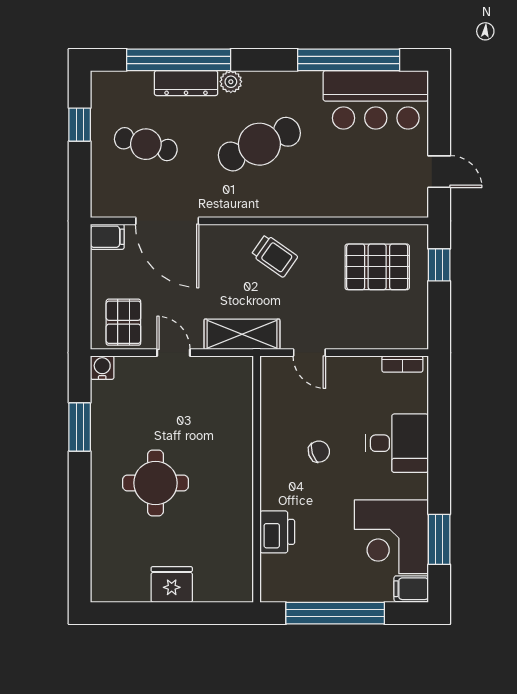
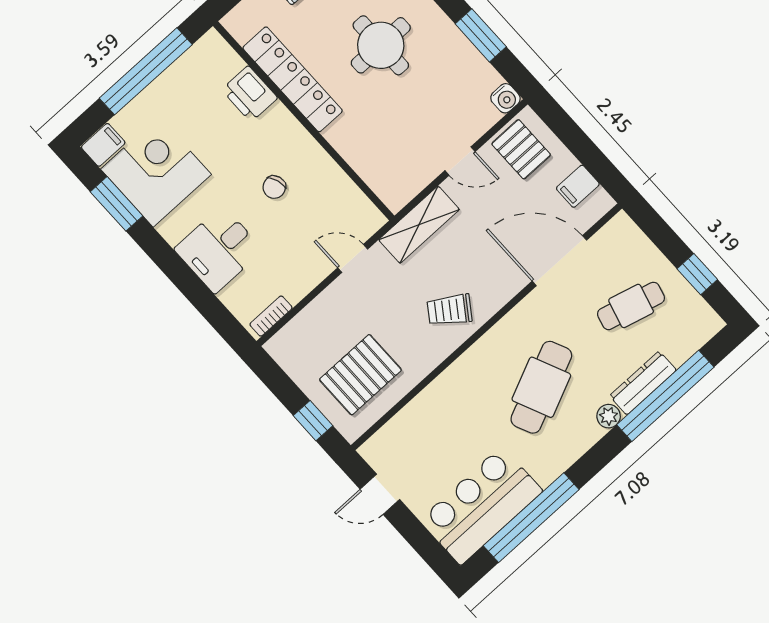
filing cabinet: (107, 237) -> (578, 186), moved
locker: (238, 515) -> (293, 79), added

